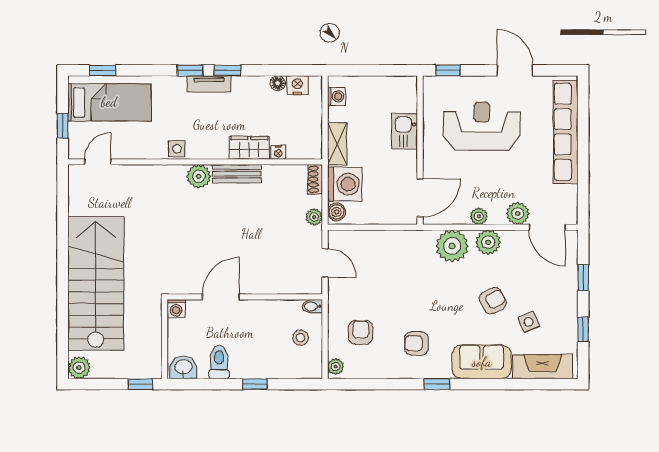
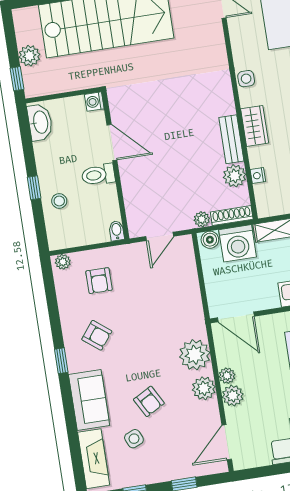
wardrobe: (249, 148) -> (255, 126), moved
plant: (199, 176) -> (235, 176), moved
shoe rack: (315, 179) -> (232, 216), width x1.43
plant: (518, 214) -> (233, 396), moved
armchair: (361, 332) -> (99, 281), turned 90
stool: (300, 338) -> (59, 201), moved
armchair: (416, 343) -> (97, 335), turned 128
toilet: (219, 362) -> (98, 175), moved, turned 180
plant: (79, 368) -> (29, 56), moved
washbasin: (183, 368) -> (40, 122), width x1.38

